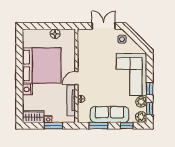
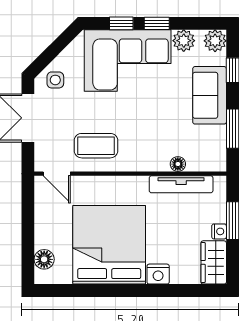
floor lamp: (55, 34) -> (44, 259), moved
coffee table: (90, 59) -> (96, 146), added
door: (76, 78) -> (57, 174), moved
window: (150, 109) -> (121, 23), moved
sofa: (109, 114) -> (210, 95), width x0.73

